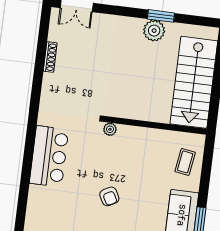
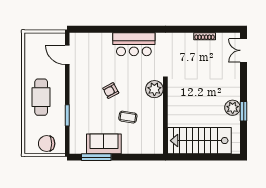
plant: (110, 129) -> (154, 89), width x1.87, depth x1.87
coffee table: (185, 162) -> (128, 117), moved

